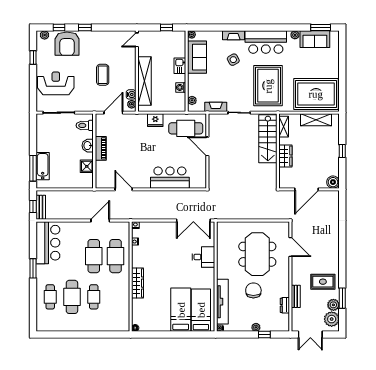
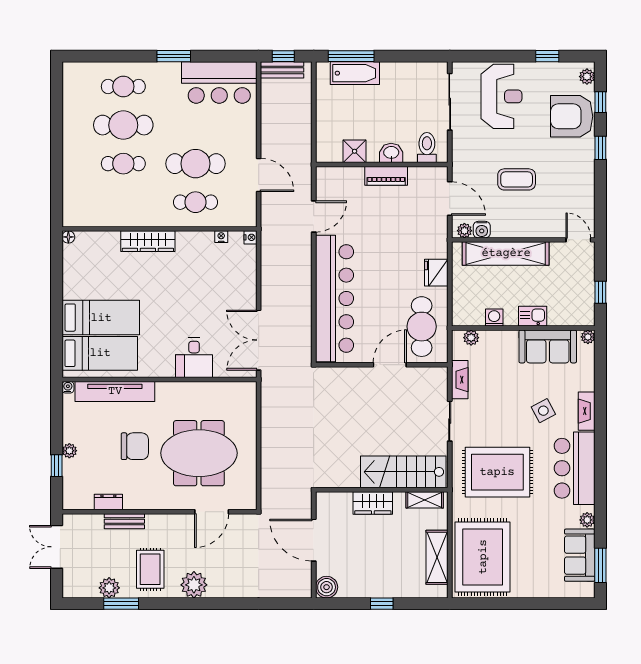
bar counter: (170, 178) -> (335, 298), width x1.86
cafe table: (116, 256) -> (196, 202), width x0.73, depth x0.74
plant: (332, 319) -> (194, 585), moved

